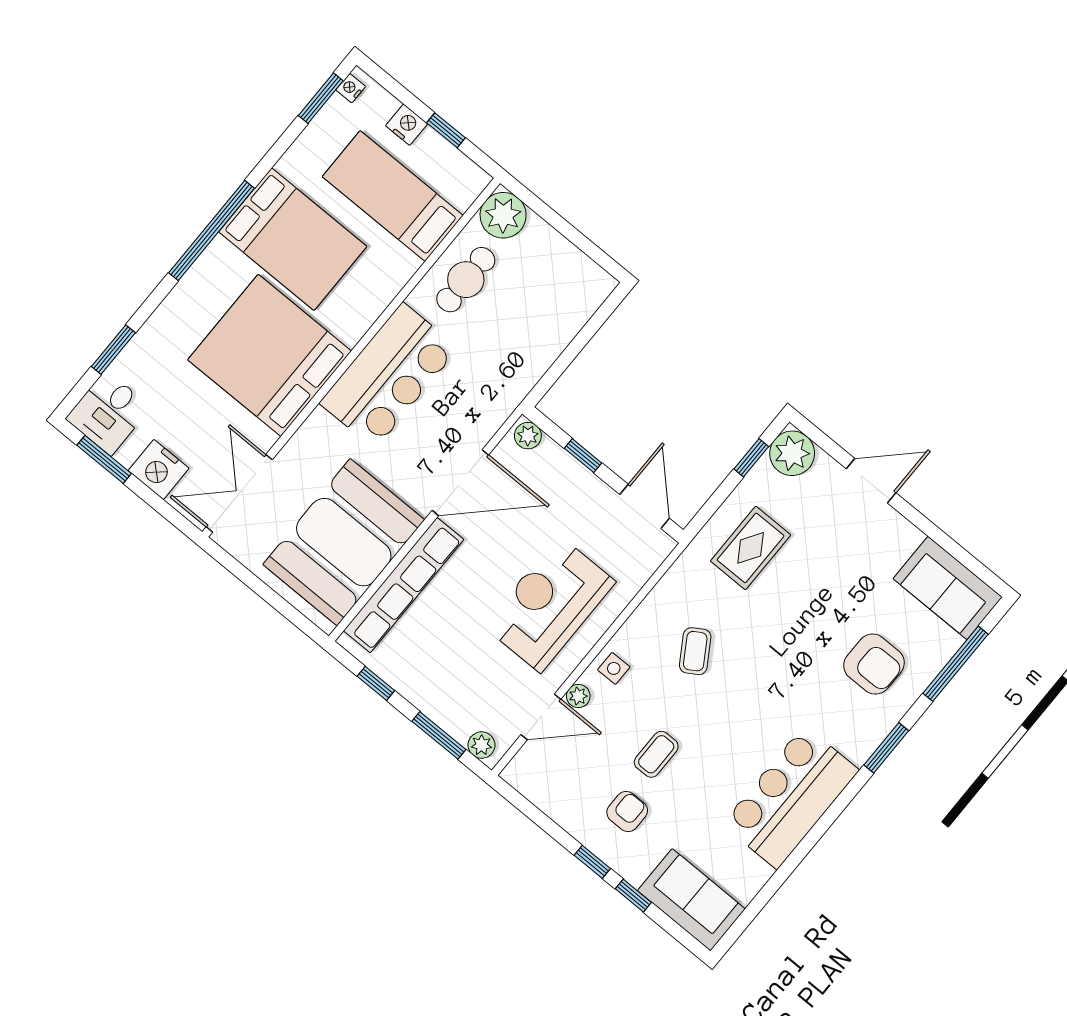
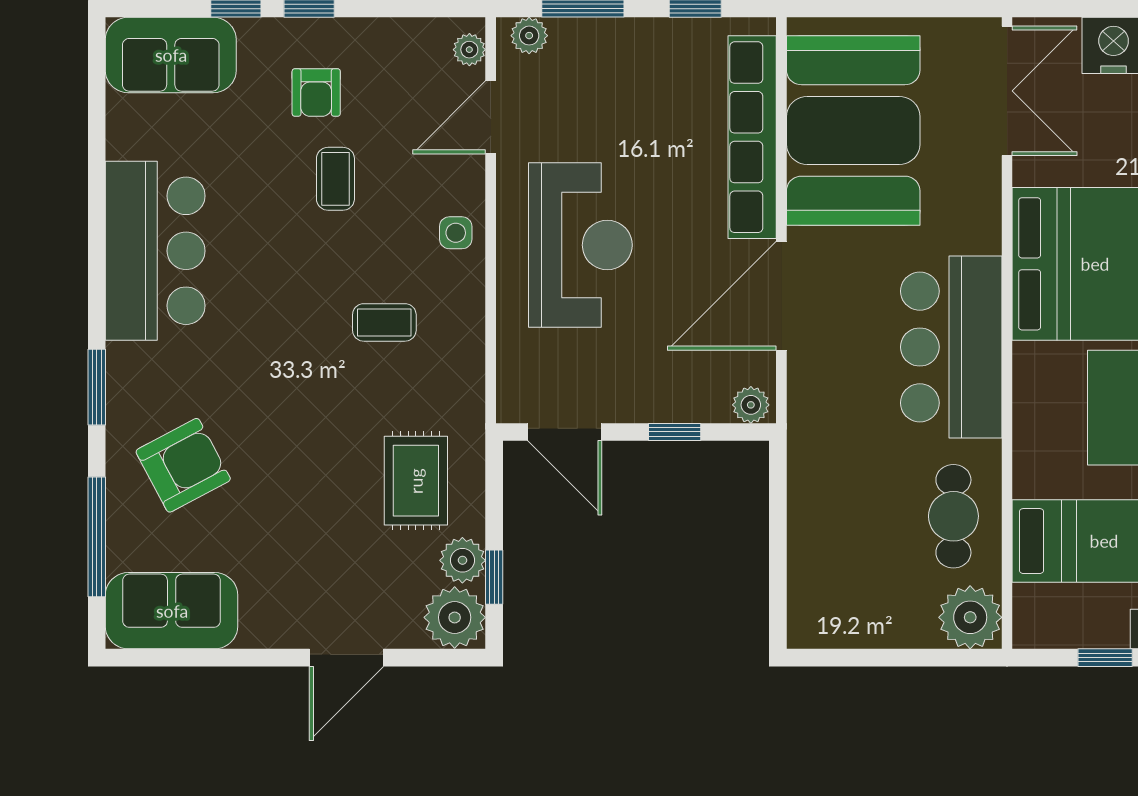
plant: (761, 482) -> (462, 560), added
coffee table: (695, 651) -> (384, 322), turned -58
armchair: (874, 664) -> (183, 465), turned 152
plant: (578, 696) -> (469, 50), moved

